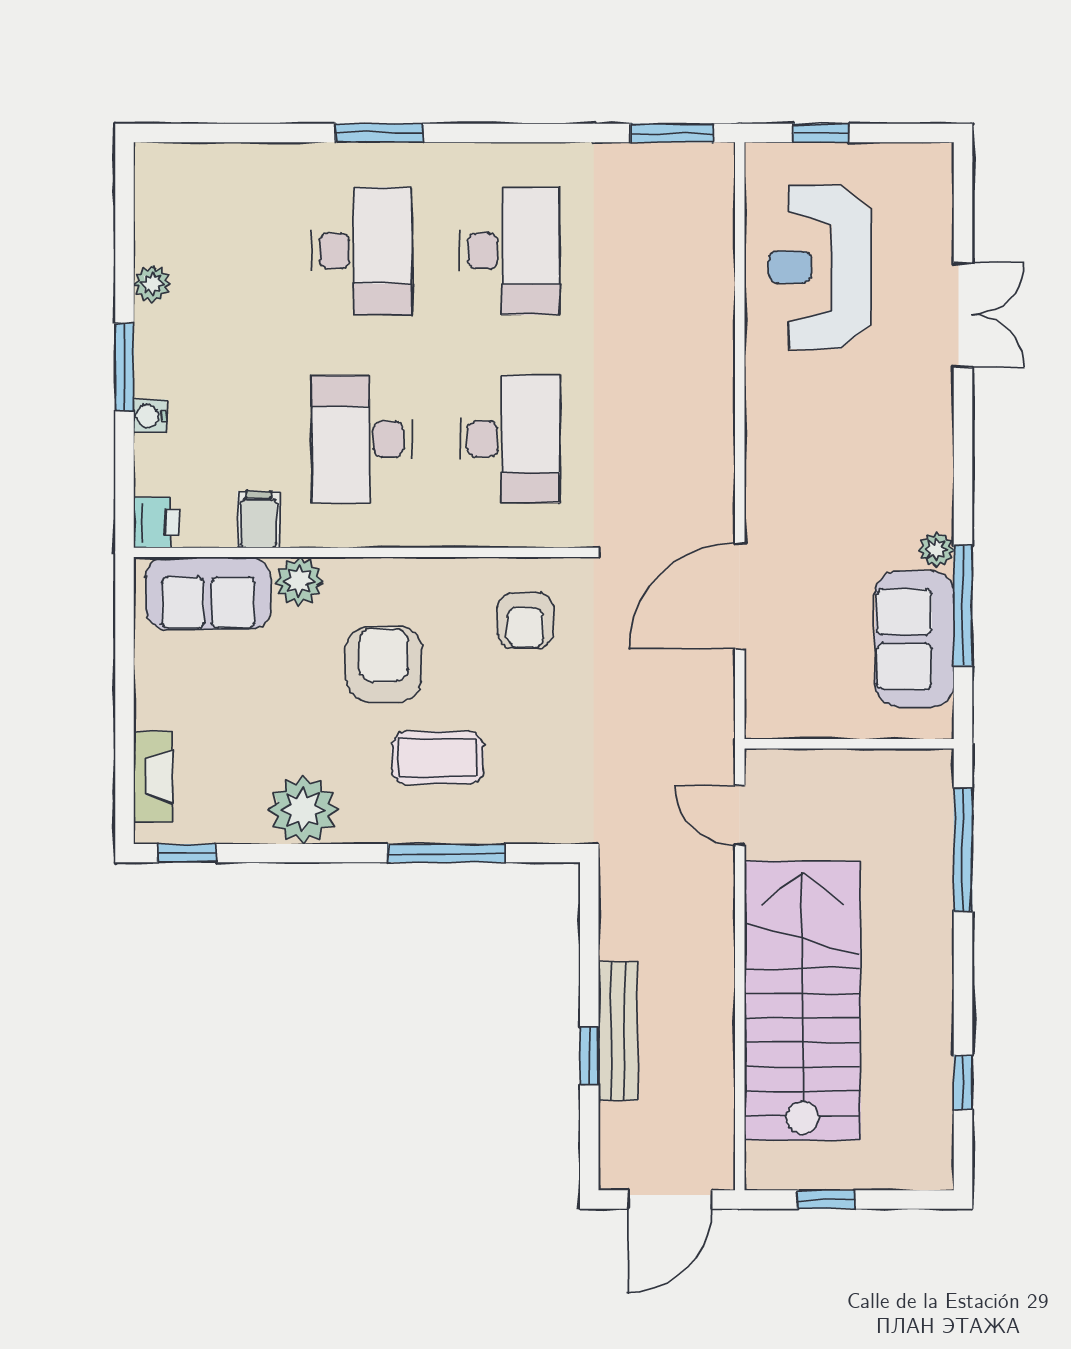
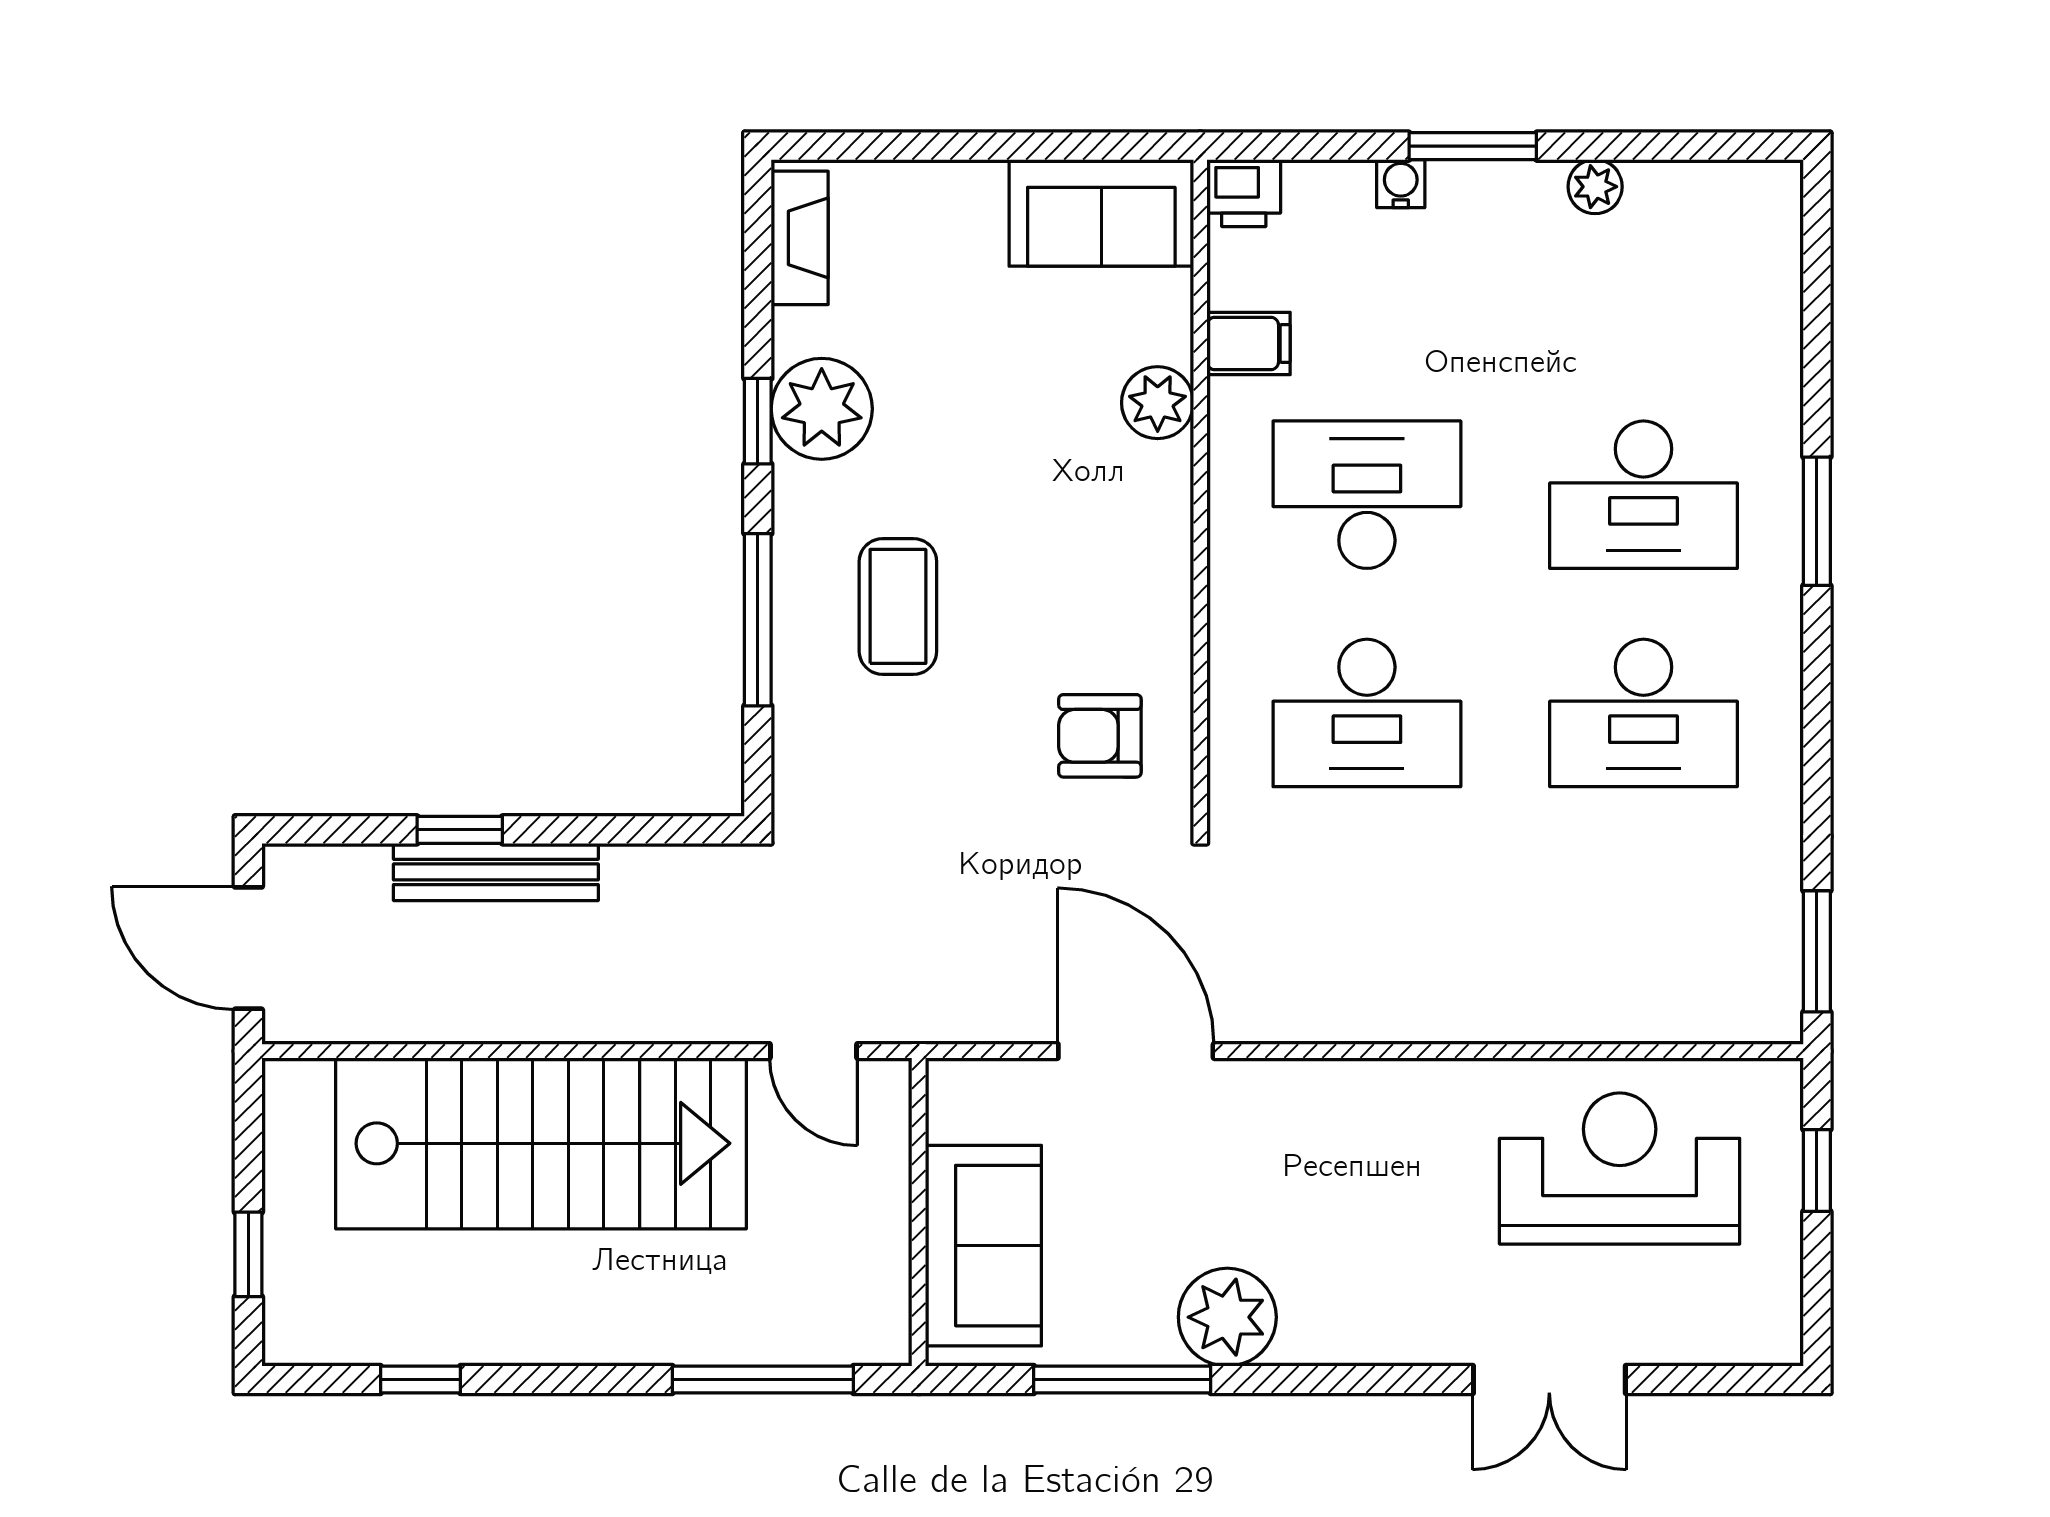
plant: (936, 549) -> (1227, 1317), width x1.87, depth x1.87
sofa: (208, 593) -> (1101, 213), moved, turned -90
sofa: (914, 639) -> (983, 1246), moved, turned 90
armchair: (384, 664) -> (1036, 528), removed
fireplace: (153, 777) -> (800, 238), moved, turned -90
door: (740, 815) -> (814, 1051), swing flipped
window: (187, 853) -> (758, 421), moved
window: (826, 1199) -> (248, 1254), moved

